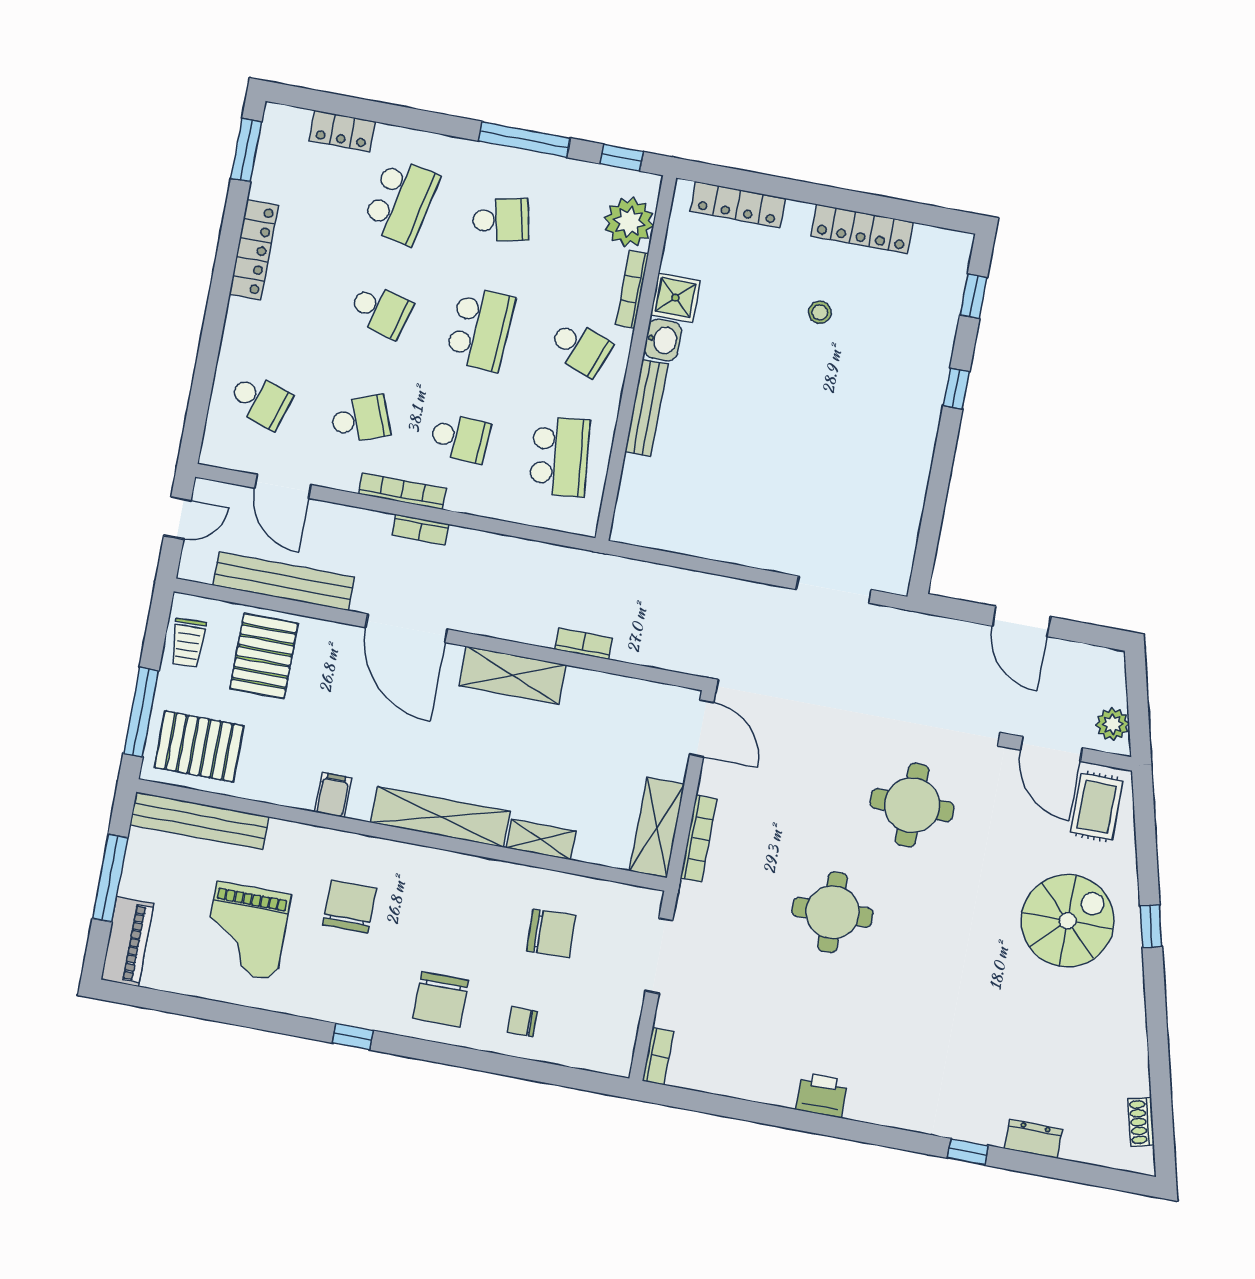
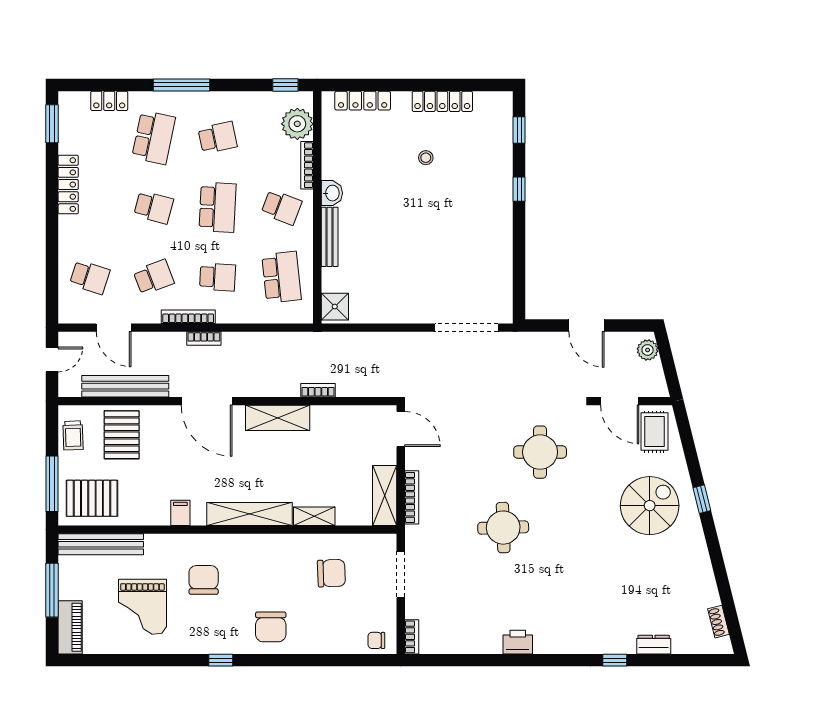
window: (524, 139) -> (181, 85), moved
shower: (675, 298) -> (335, 307), moved
doorway: (834, 590) -> (467, 328), width x1.36
plant: (1113, 724) -> (648, 350), moved
chair: (522, 1022) -> (376, 640), moved

